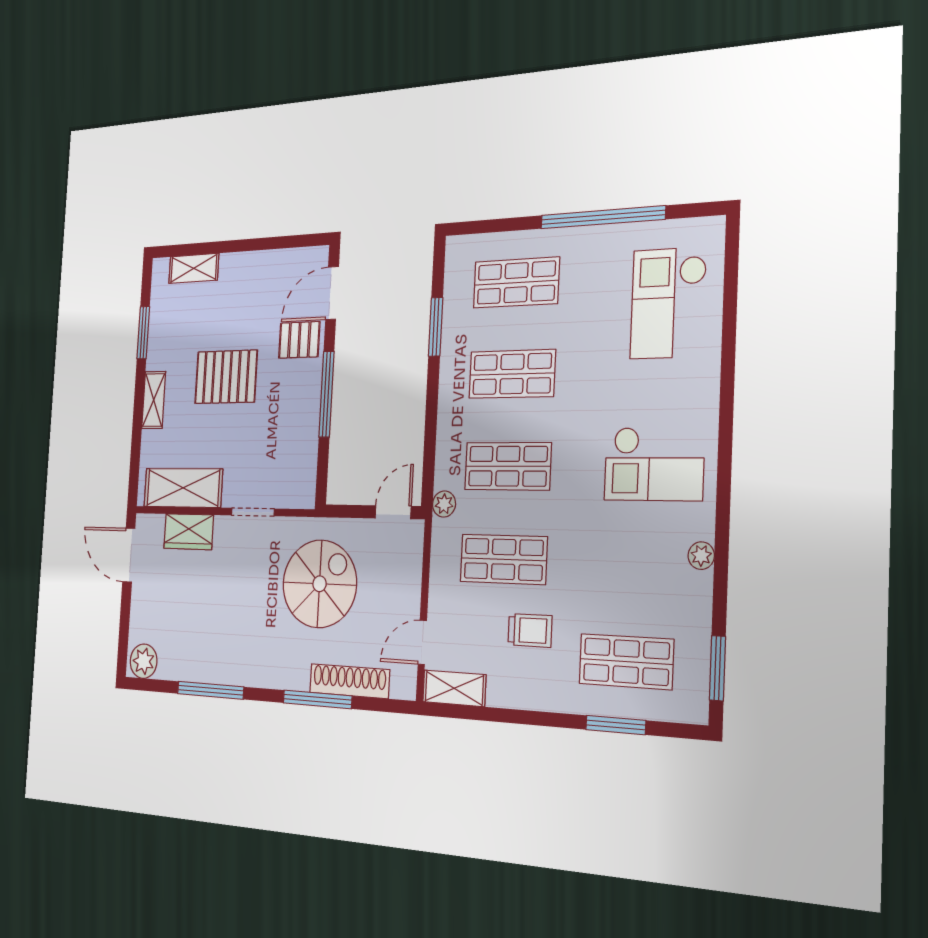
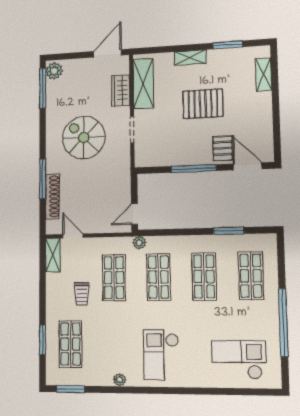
pallet: (226, 377) -> (203, 104), turned 90
door: (393, 512) -> (135, 214), swing flipped
spiral stairs: (320, 584) -> (84, 138), moved, turned 180
window: (210, 690) -> (43, 88), moved

